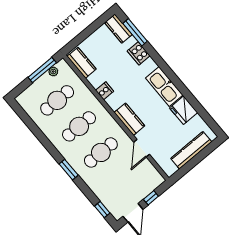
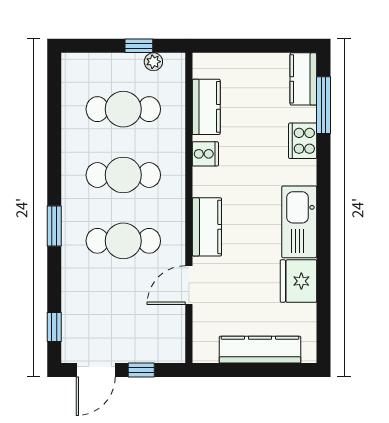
kitchen counter: (82, 63) -> (206, 107), moved
window: (42, 70) -> (139, 46), width x0.46

